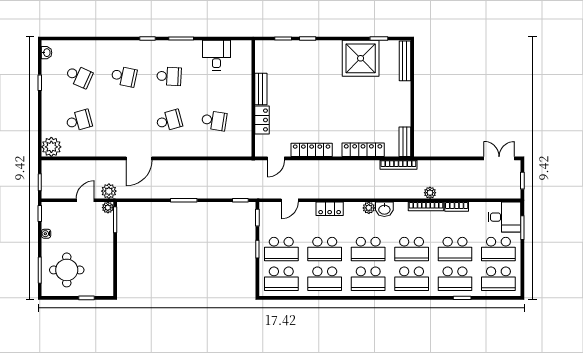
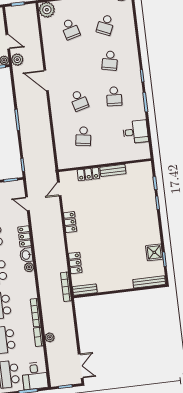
shower: (361, 58) -> (154, 252), width x0.54, depth x0.54
locker: (312, 150) -> (70, 222), width x0.66
locker: (363, 150) -> (75, 263), width x0.66
door: (276, 158) -> (59, 189), hinge flipped
plant: (430, 193) -> (50, 337), moved
washbasin: (384, 209) -> (26, 255), moved

